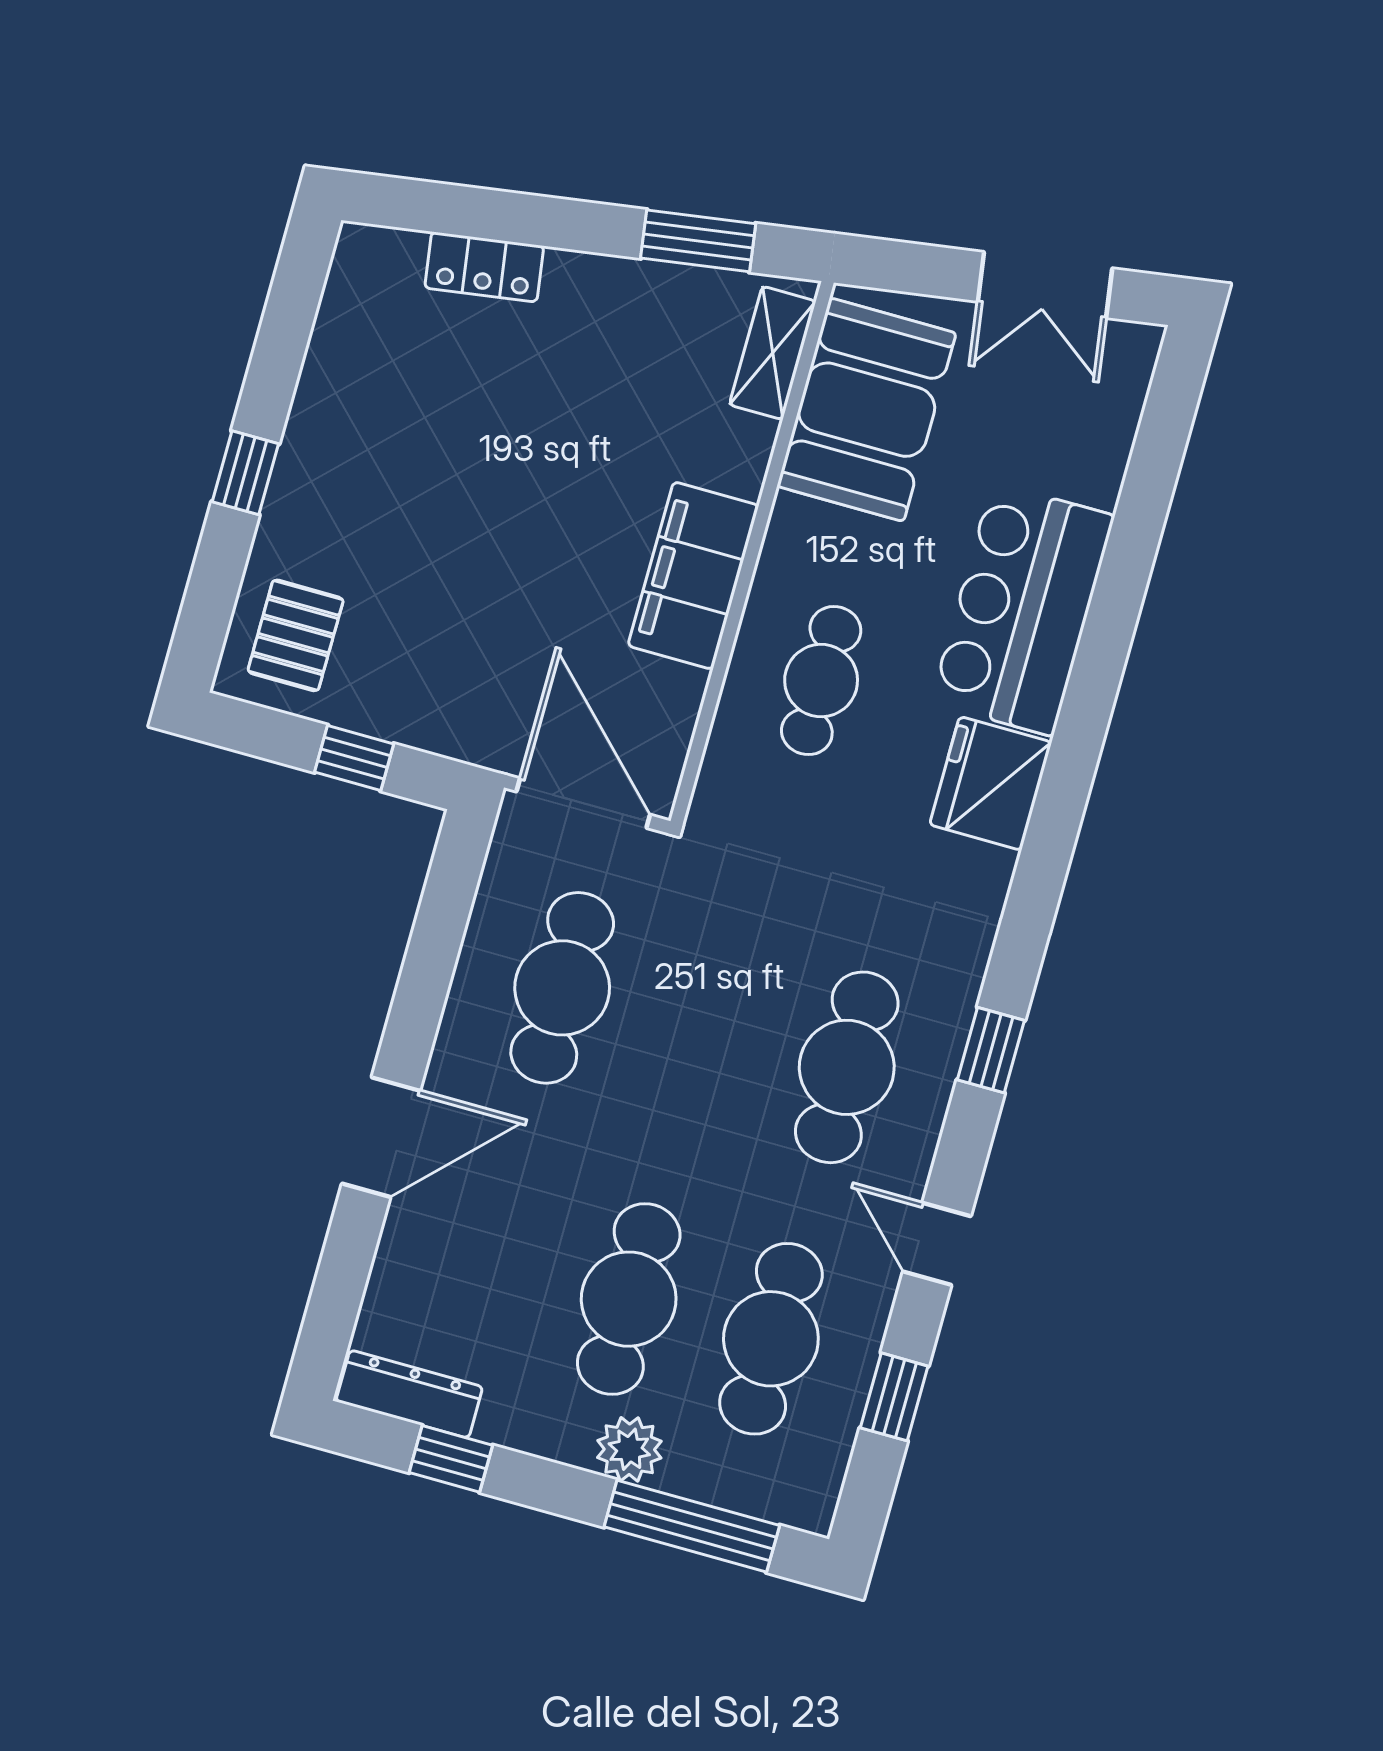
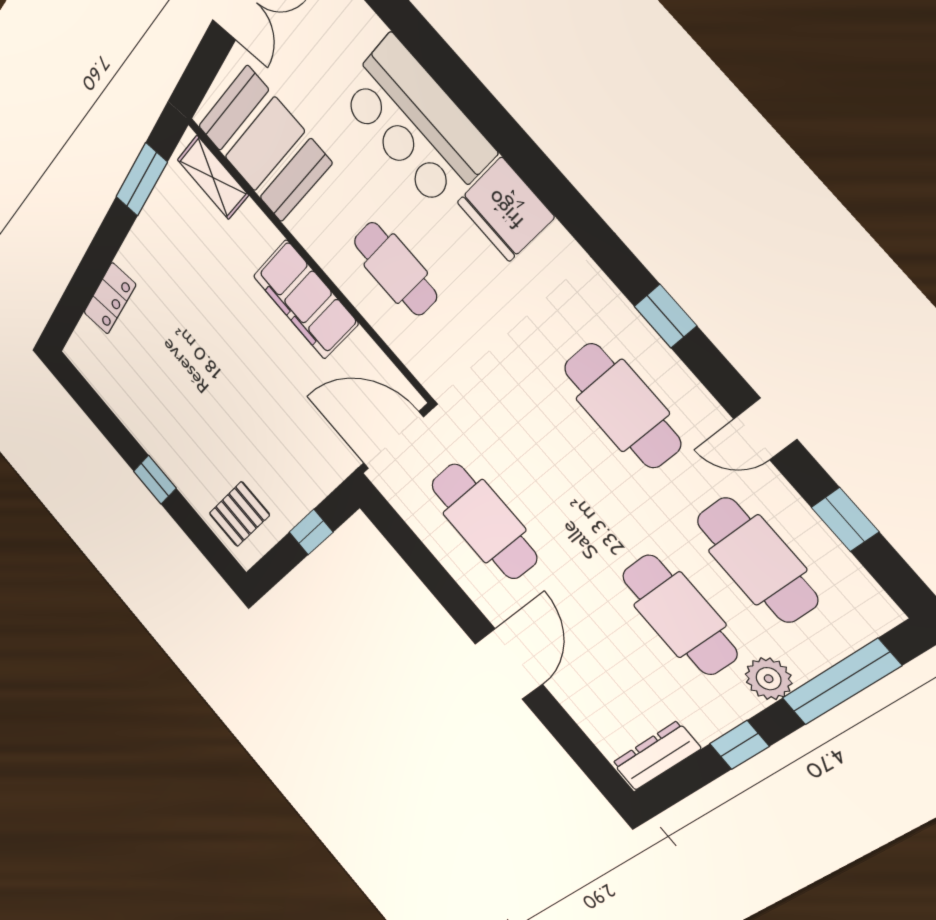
pallet: (296, 635) -> (239, 514), turned 90
window: (451, 1459) -> (739, 745), moved

